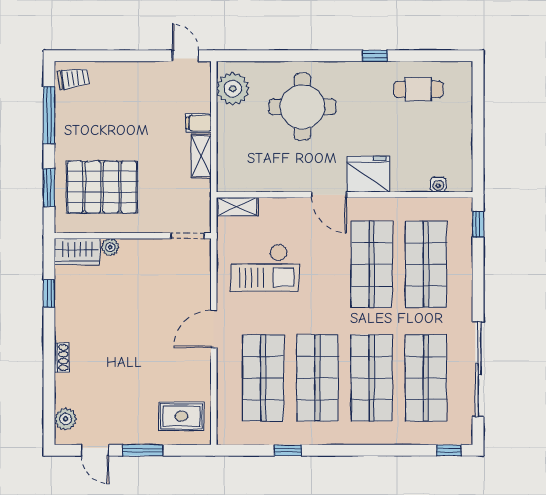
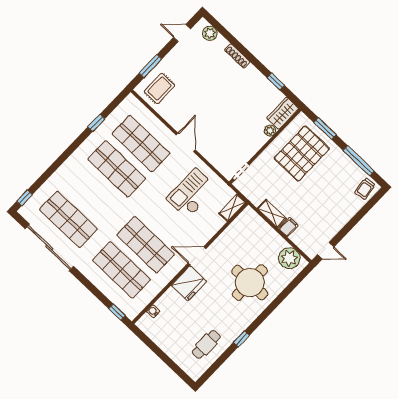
shoe rack: (62, 358) -> (237, 56), width x1.43
shop shelf: (372, 378) -> (93, 194), removed
window: (143, 450) -> (150, 66), moved

